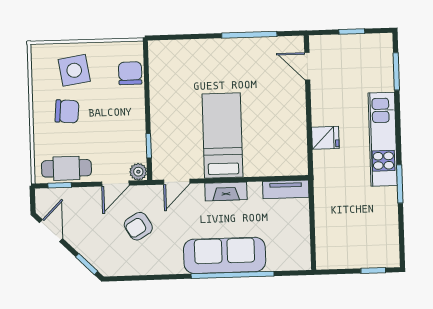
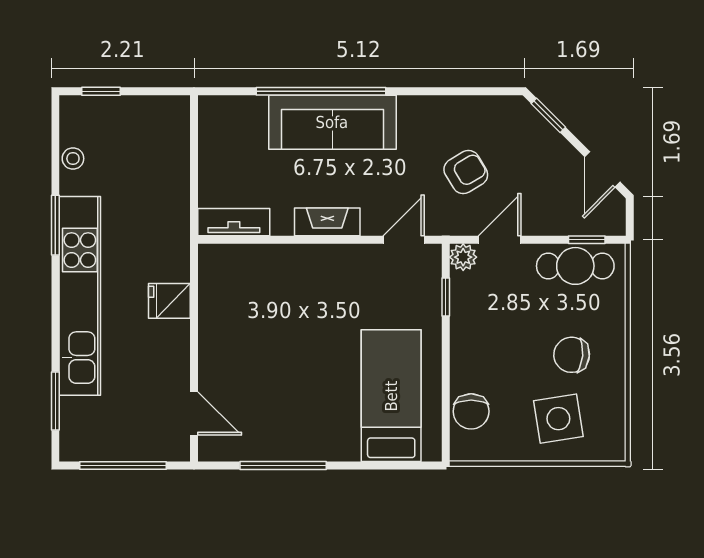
window: (352, 32) -> (123, 466), width x2.17
bed: (222, 135) -> (391, 396), moved, turned 180
kitchen unit: (383, 139) -> (80, 296), width x1.36
stool: (390, 227) -> (73, 159), added

